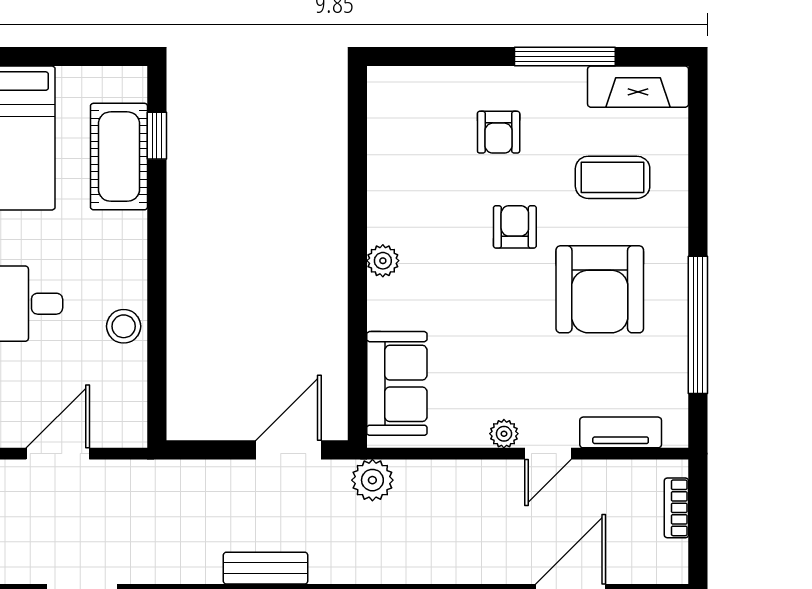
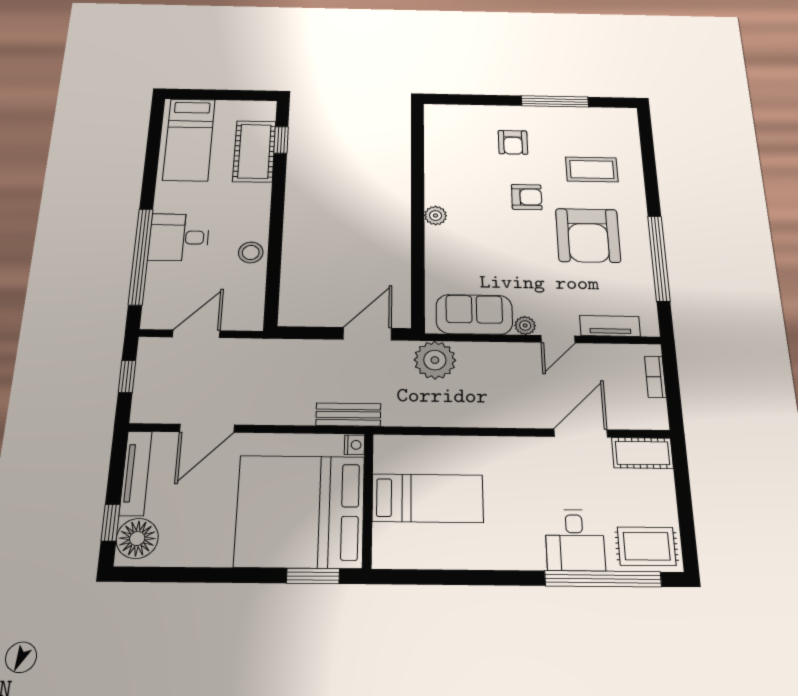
fireplace: (638, 87) -> (605, 119), removed
armchair: (515, 227) -> (527, 197), turned 90
sofa: (397, 383) -> (474, 314), moved, turned -90
plant: (372, 480) -> (435, 360), width x1.36, depth x1.36

